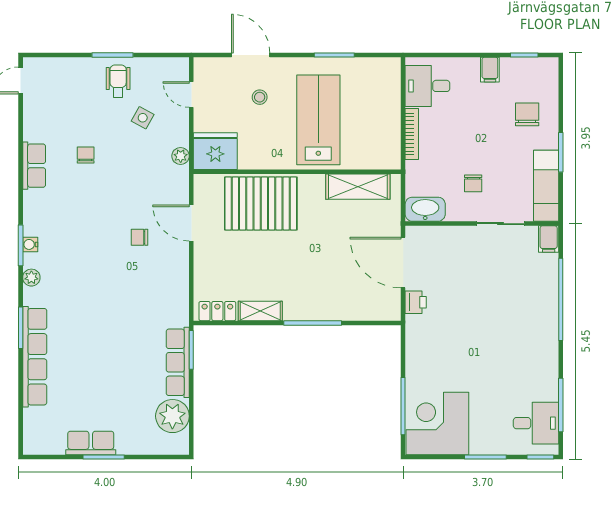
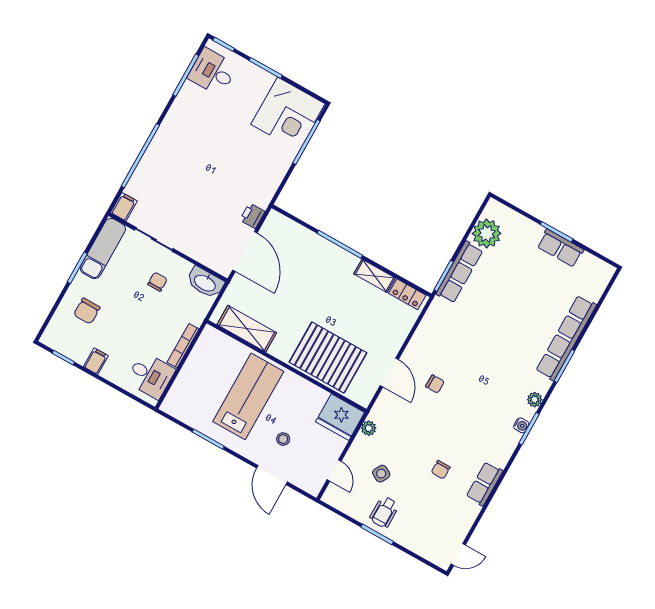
lab bench: (318, 120) -> (248, 396), turned 180

